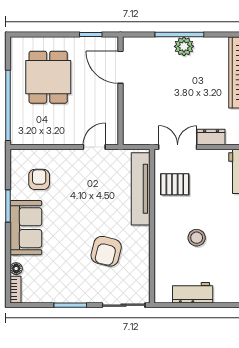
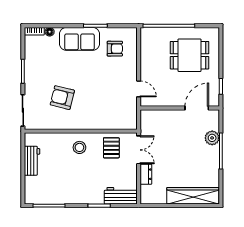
plant: (184, 46) -> (212, 138), moved
tv unit: (141, 189) -> (108, 123), removed
stool: (197, 238) -> (79, 147), moved

